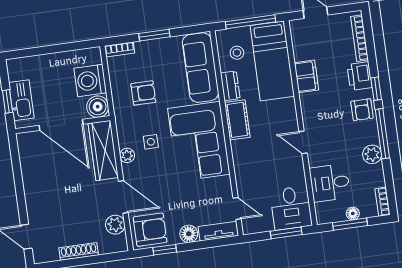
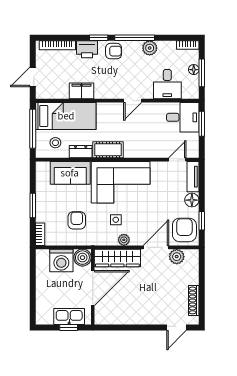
sofa: (200, 68) -> (70, 173), width x0.73
shoe rack: (79, 251) -> (194, 300), moved

